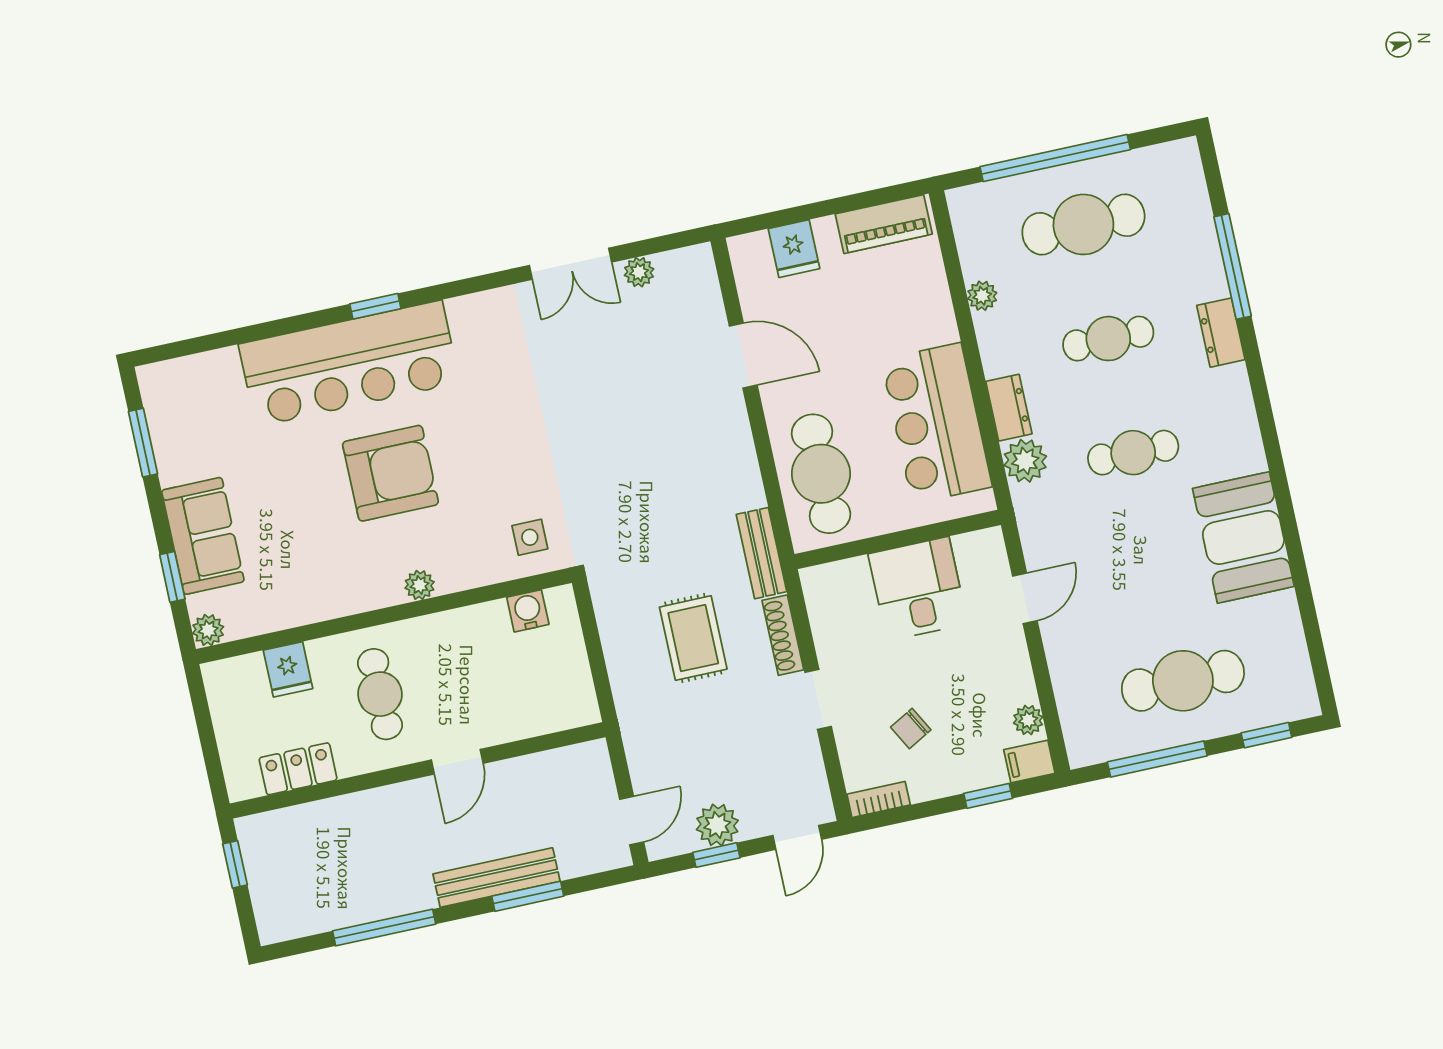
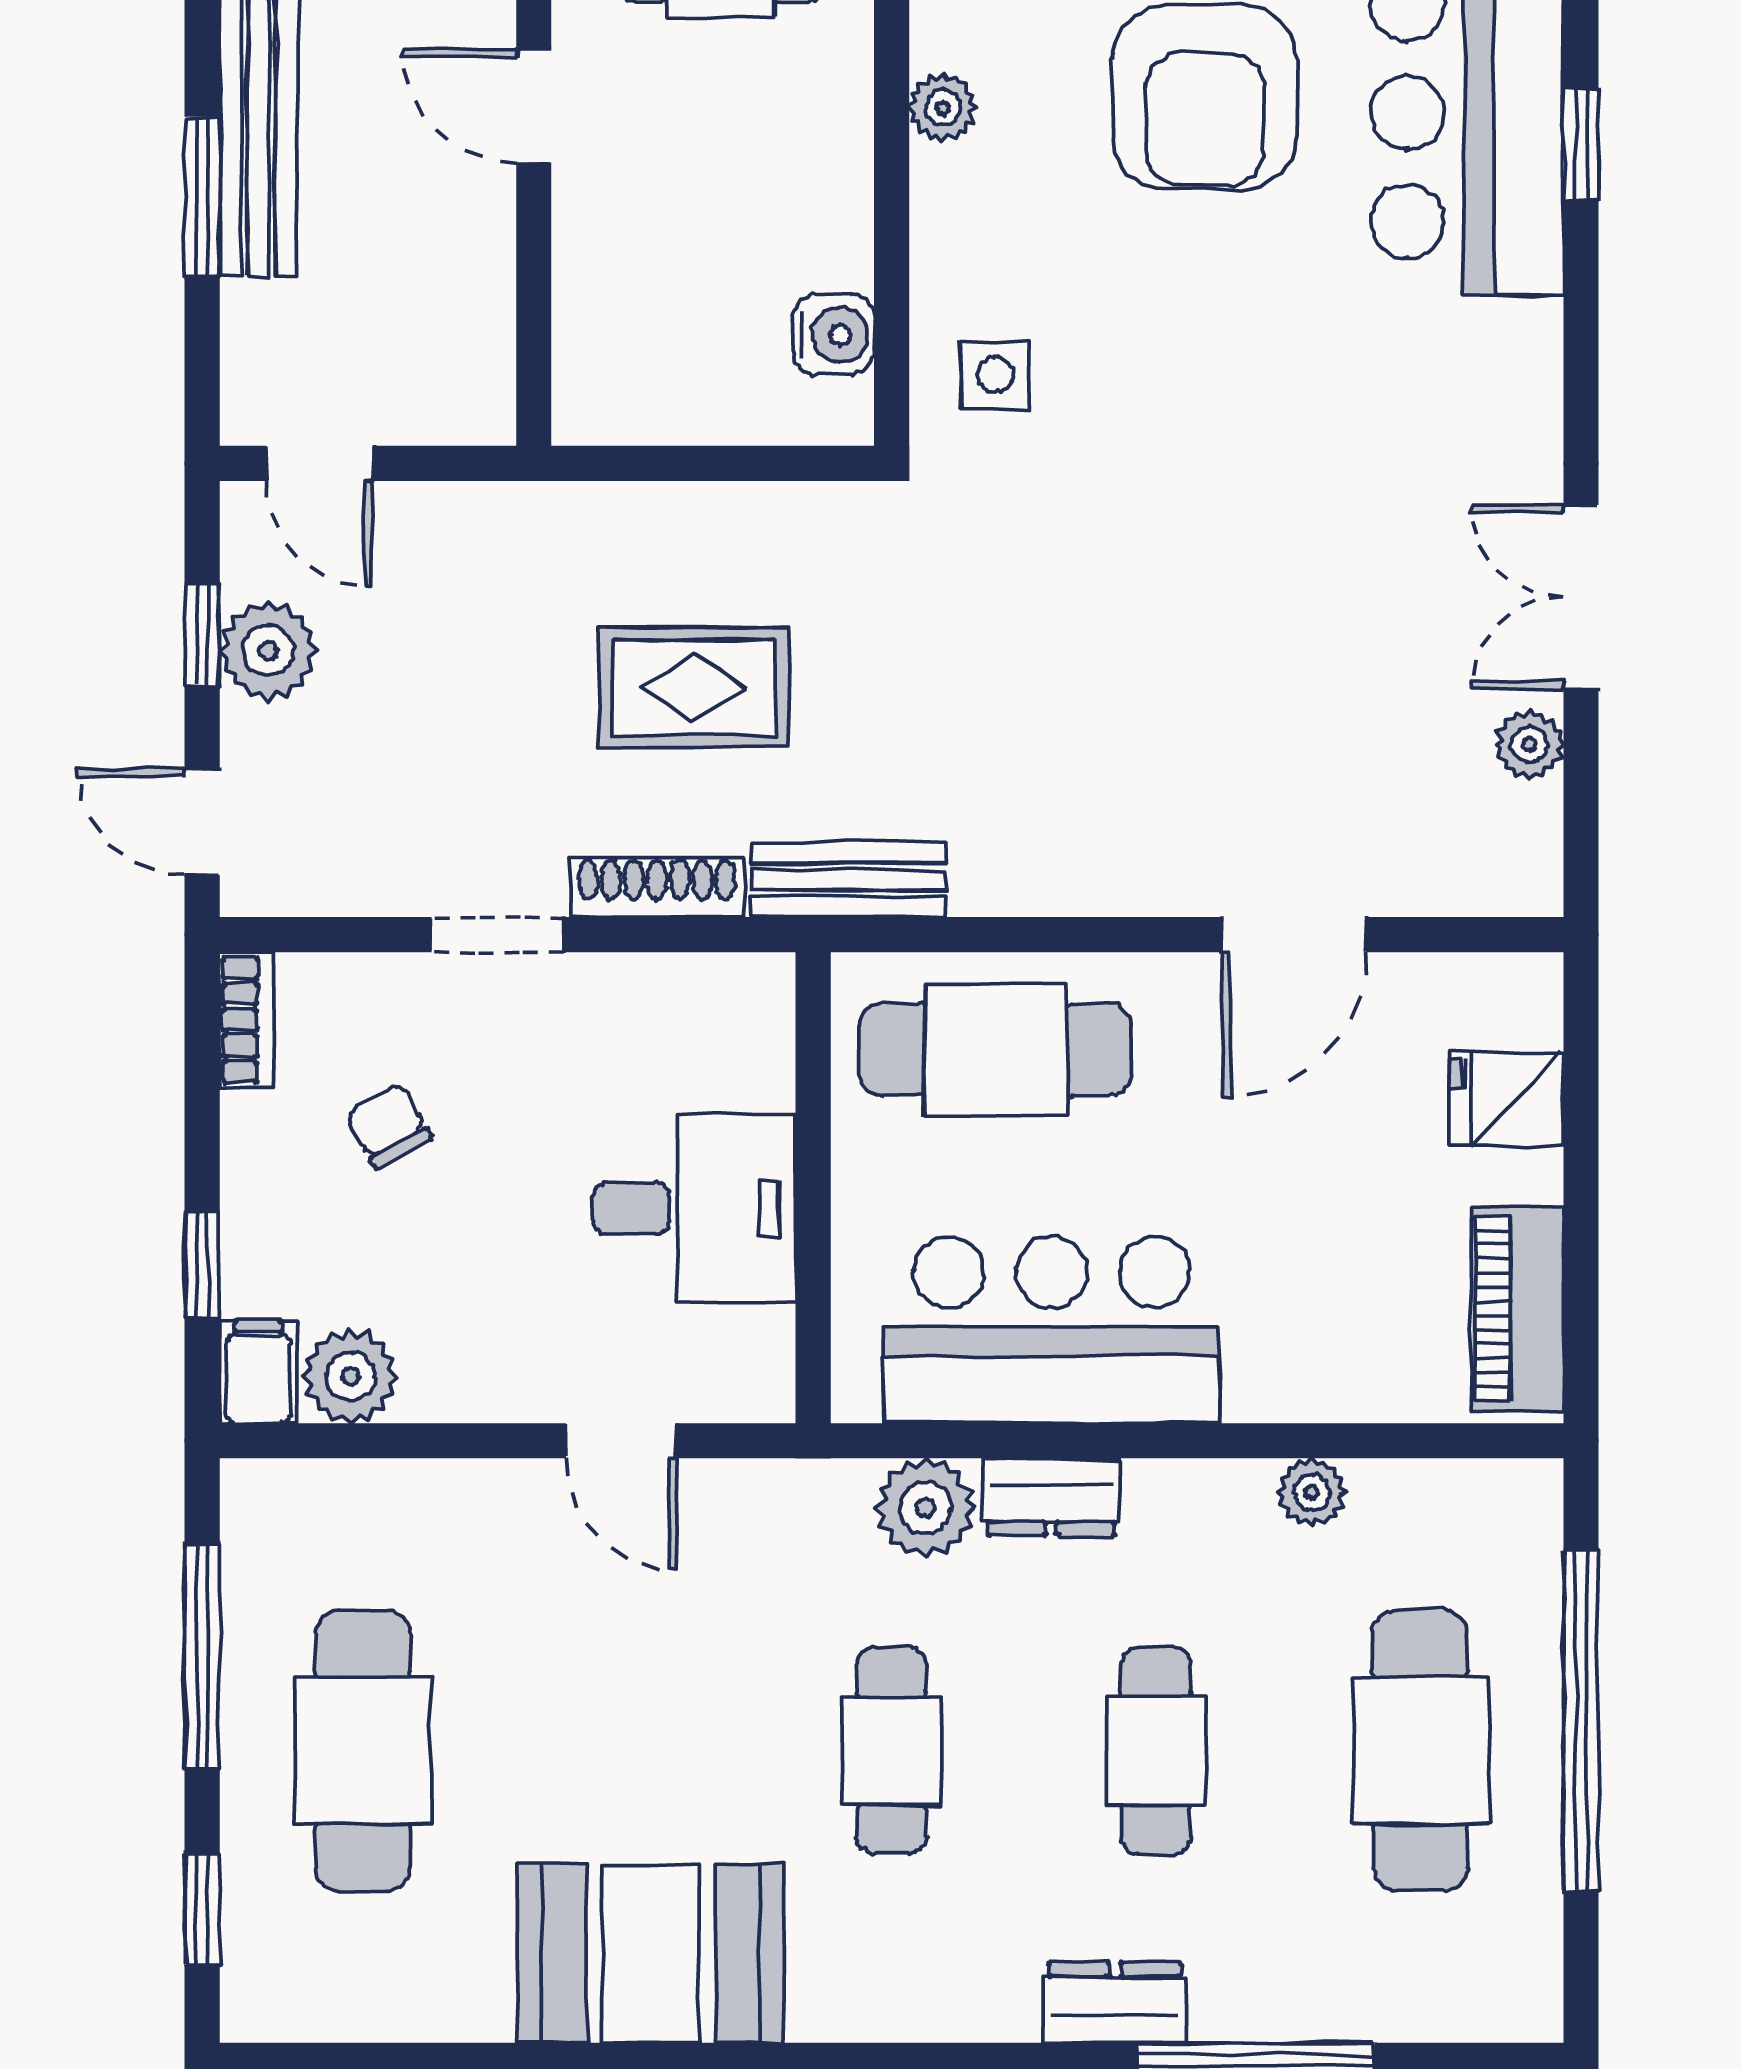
plant: (1028, 720) -> (351, 1376), width x1.38, depth x1.38

